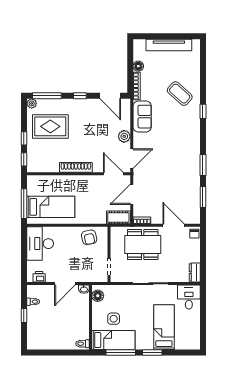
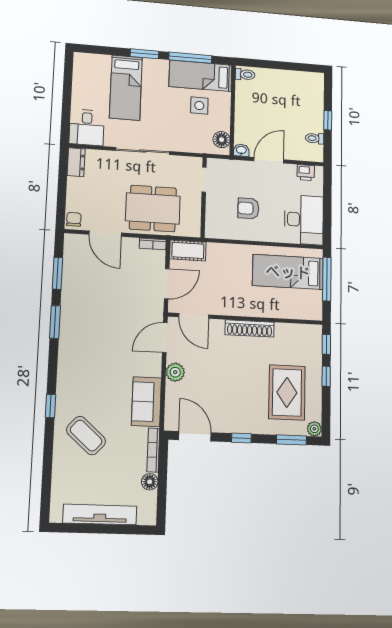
window: (47, 96) -> (291, 440), width x0.69
rug: (50, 126) -> (287, 392), turned 90
armchair: (89, 237) -> (248, 208), moved, turned -78

